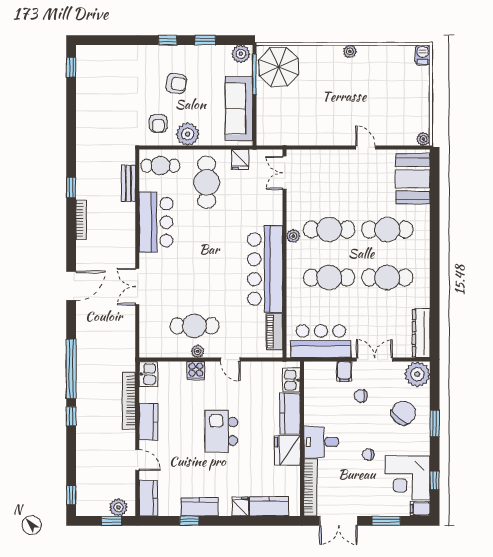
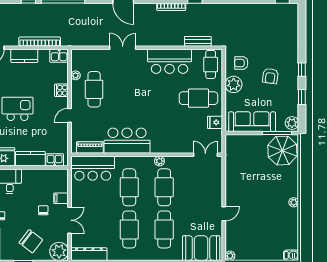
bar counter: (265, 269) -> (127, 141), width x0.73
bar counter: (321, 341) -> (93, 168), moved, turned 90
plant: (198, 351) -> (76, 75), moved

